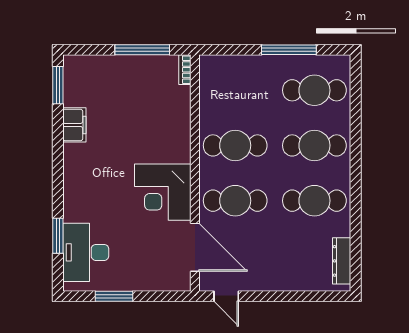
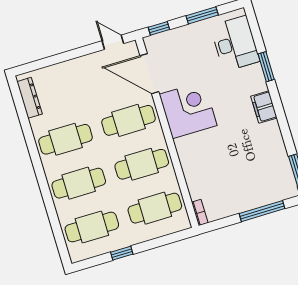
window: (142, 50) -> (262, 211), moved
window: (289, 50) -> (122, 253), width x0.46
cafe table: (235, 90) -> (155, 208), added
filing cabinet: (74, 125) -> (264, 107), moved
window: (58, 236) -> (266, 67), moved
window: (168, 296) -> (159, 28), added

